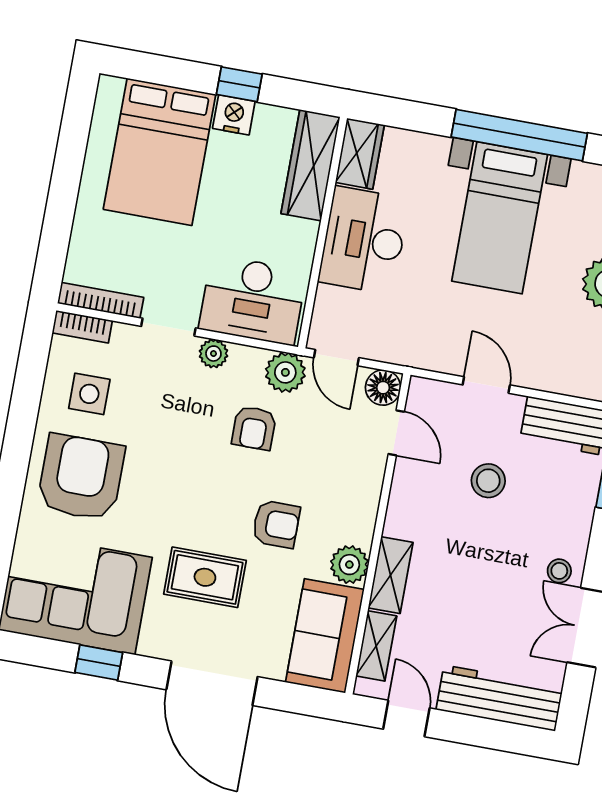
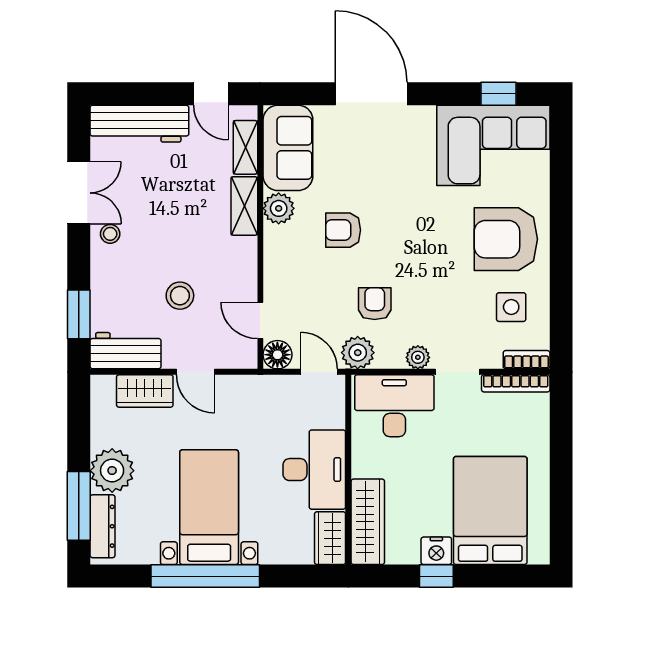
wardrobe: (552, 373) -> (145, 391), added
armchair: (81, 477) -> (506, 239), turned 90
rug: (205, 577) -> (392, 177), removed
window: (99, 663) -> (499, 94), moved

